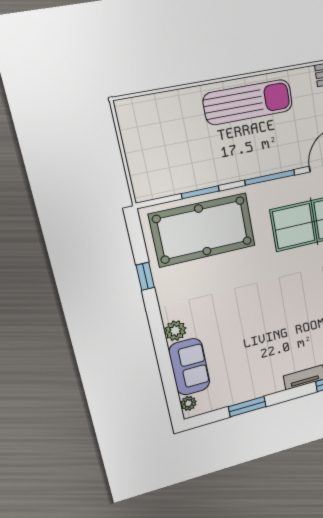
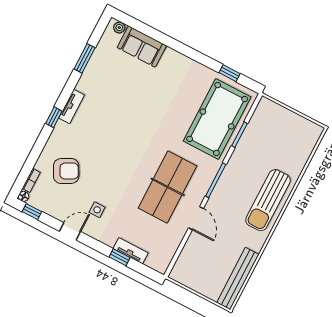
window: (145, 276) -> (230, 73), moved
plant: (175, 331) -> (171, 57), removed

